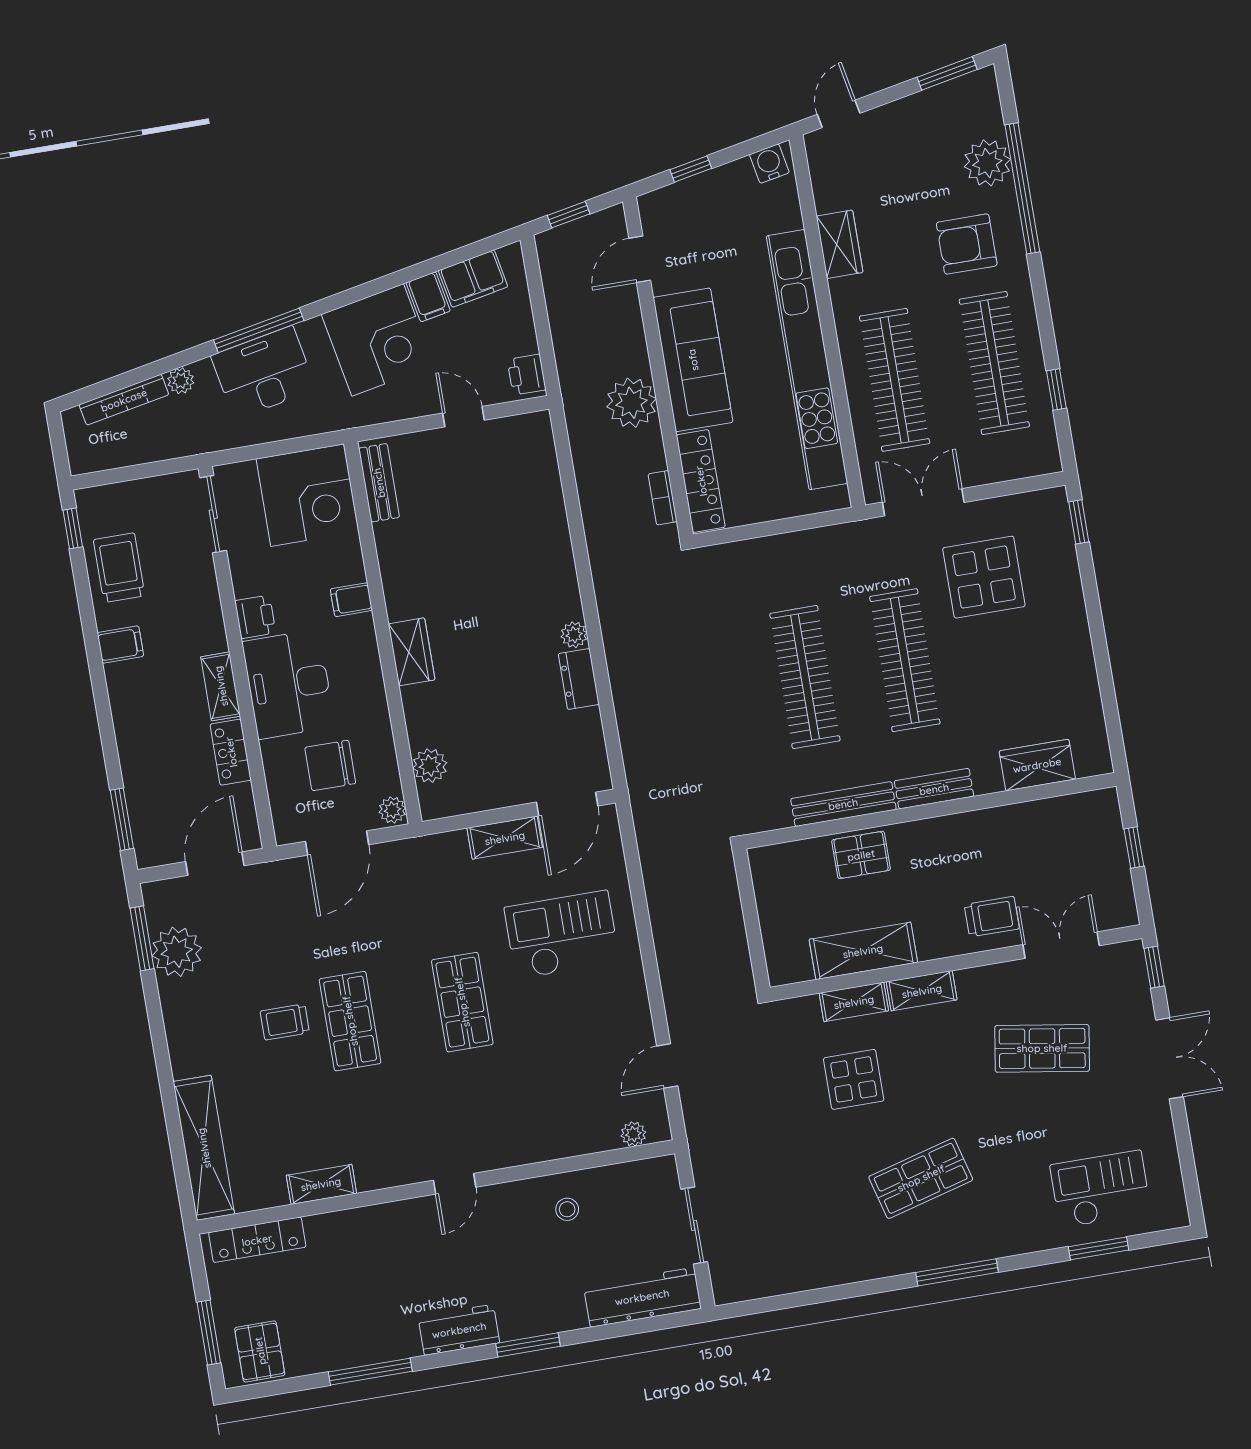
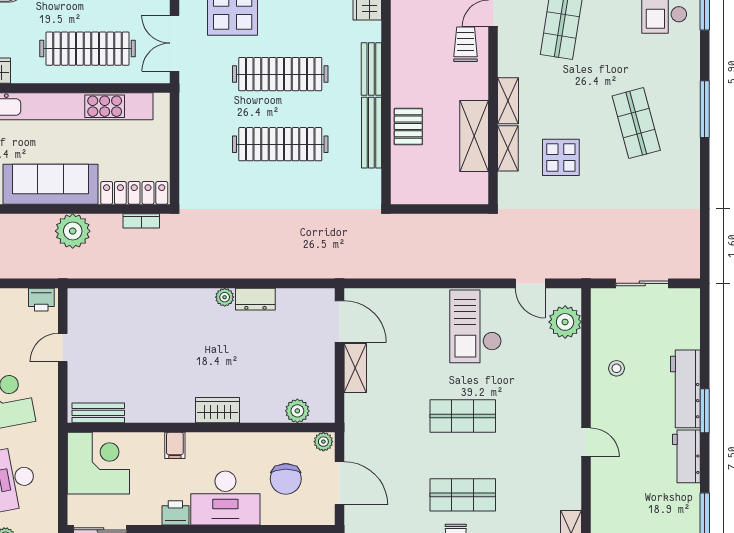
checkout: (562, 935) -> (476, 326), moved
plant: (633, 1134) -> (565, 322), width x1.87, depth x1.87
workbench: (642, 1297) -> (685, 389), moved

